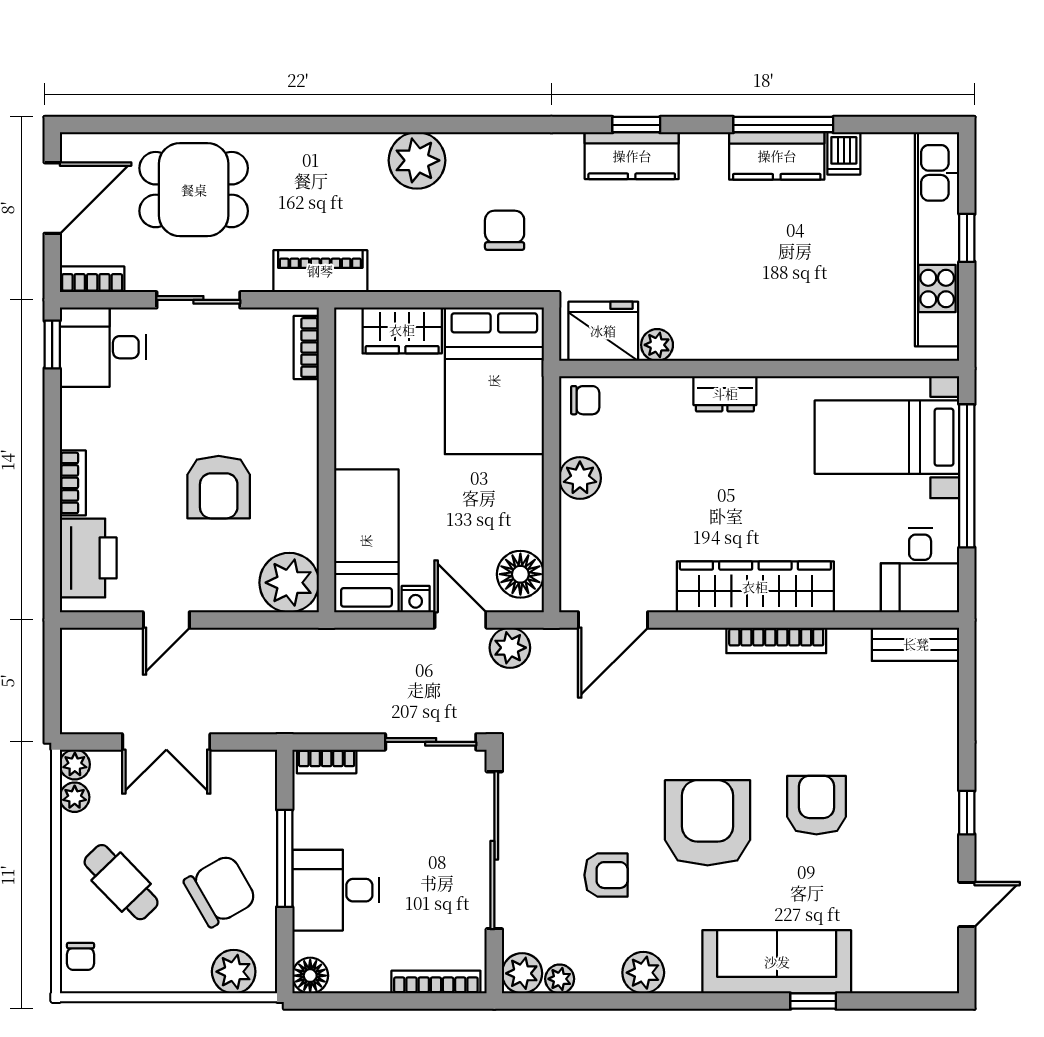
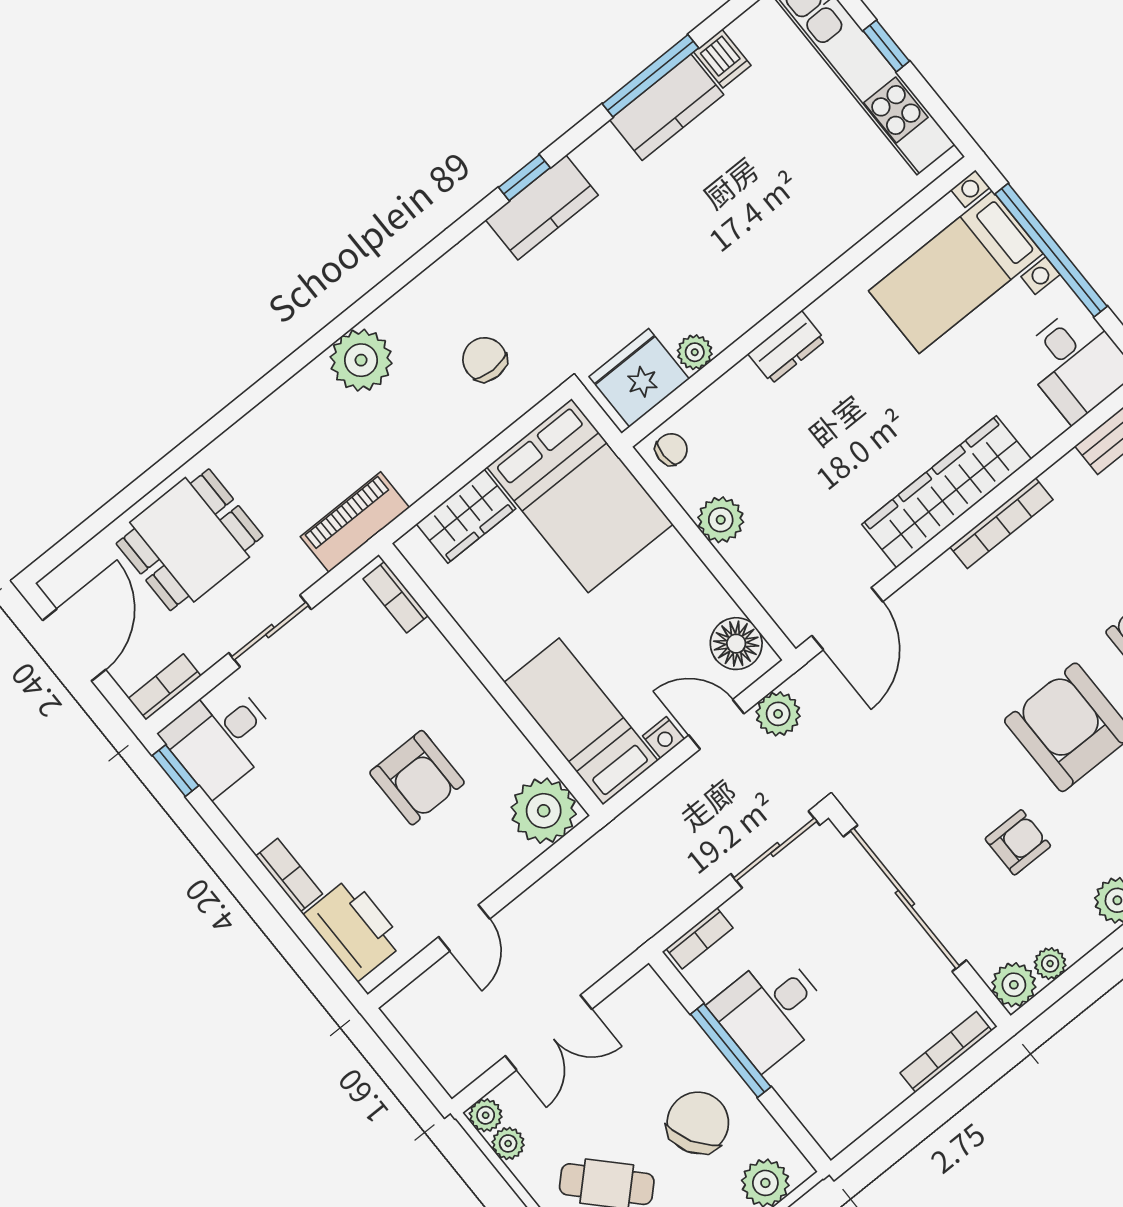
desk: (336, 890) -> (771, 1010), moved
floor lamp: (310, 976) -> (834, 1133), removed

